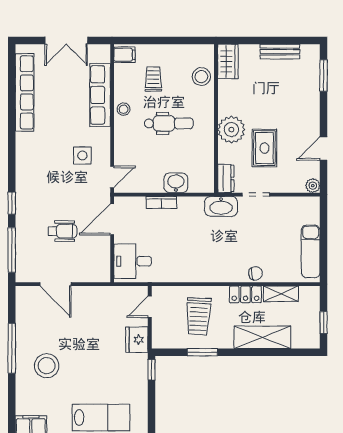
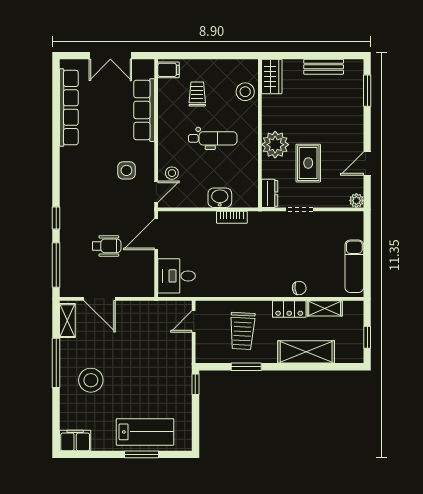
stool: (124, 109) -> (172, 173), moved
bookcase: (161, 202) -> (232, 217), moved
washbasin: (221, 206) -> (265, 221), removed
shelving: (23, 306) -> (67, 321), added
fridge: (137, 340) -> (181, 354), removed

